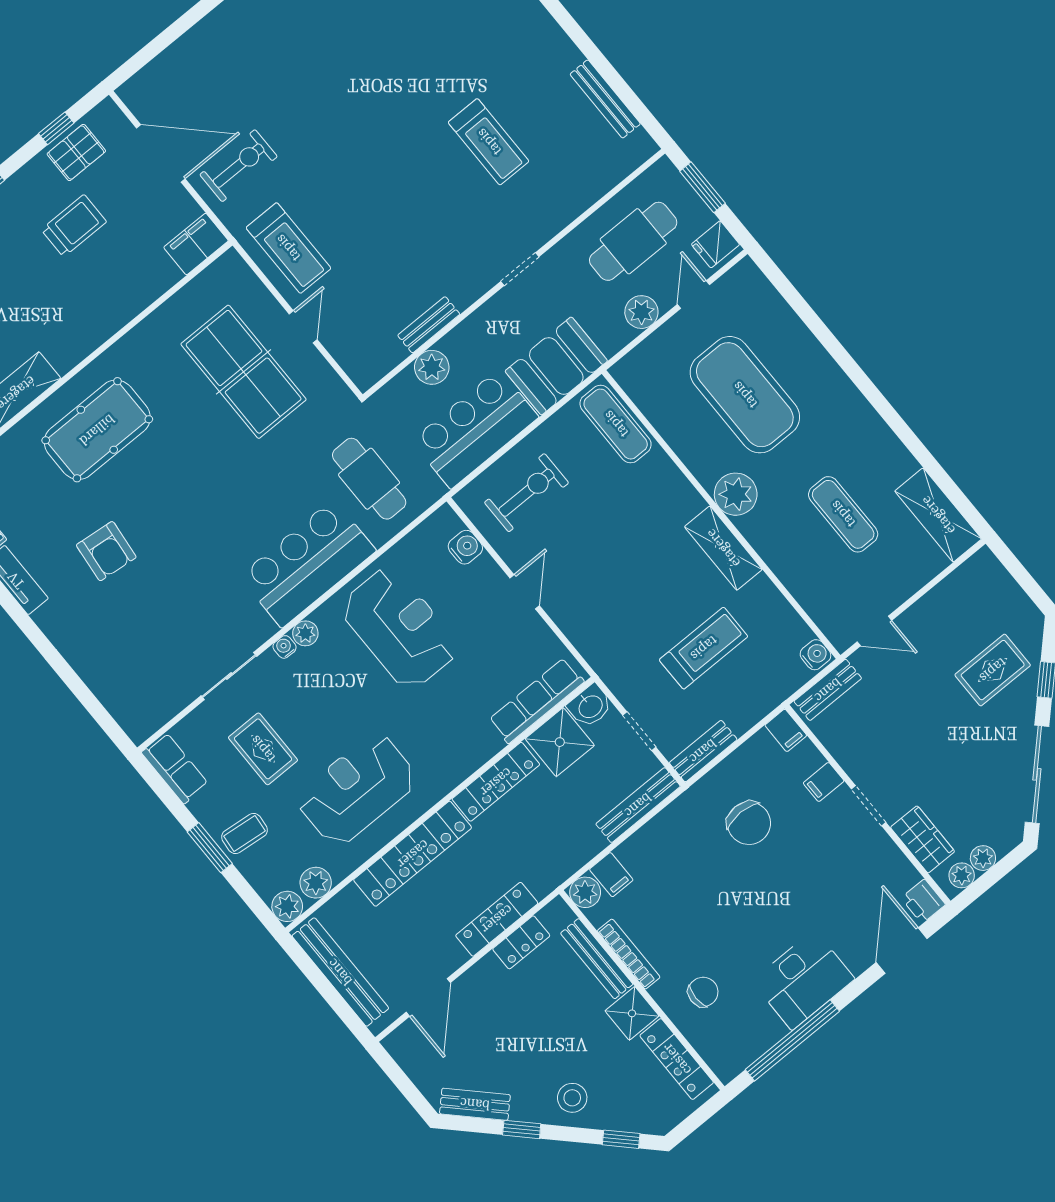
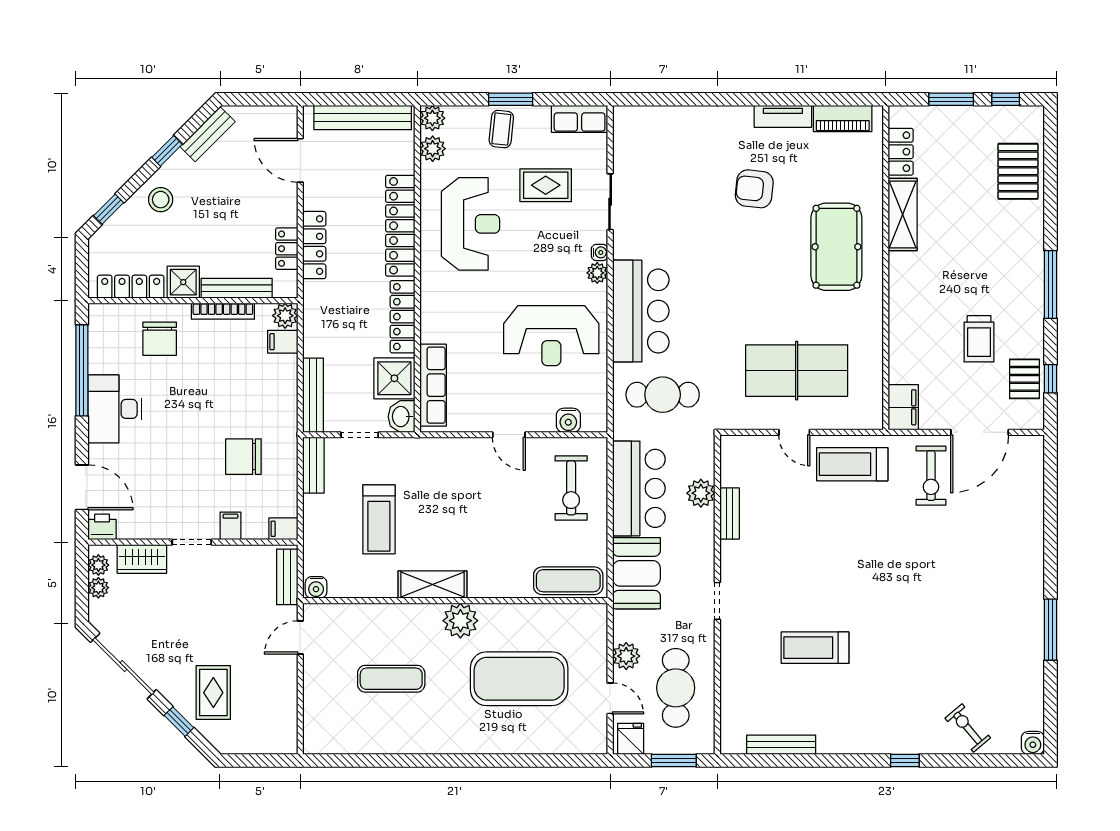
shelving: (938, 515) -> (341, 739), removed
chair: (703, 992) -> (160, 339), width x1.37, depth x1.37

